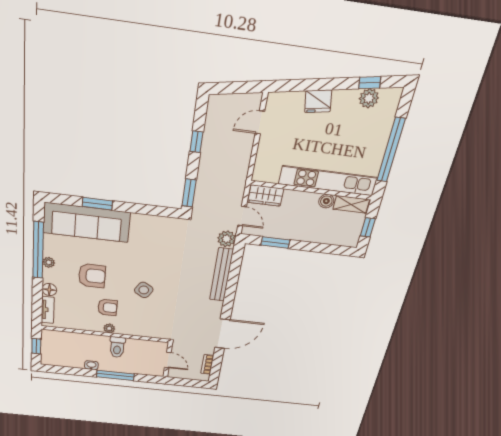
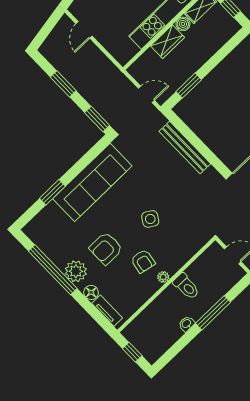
window: (196, 142) -> (63, 84), width x1.50
wardrobe: (266, 196) -> (167, 42), moved
sofa: (87, 223) -> (92, 182), moved
plant: (227, 239) -> (156, 120), removed
plant: (49, 262) -> (76, 271), width x1.88, depth x1.88
armchair: (92, 276) -> (106, 248), turned 180
armchair: (107, 307) -> (143, 261), turned 101

